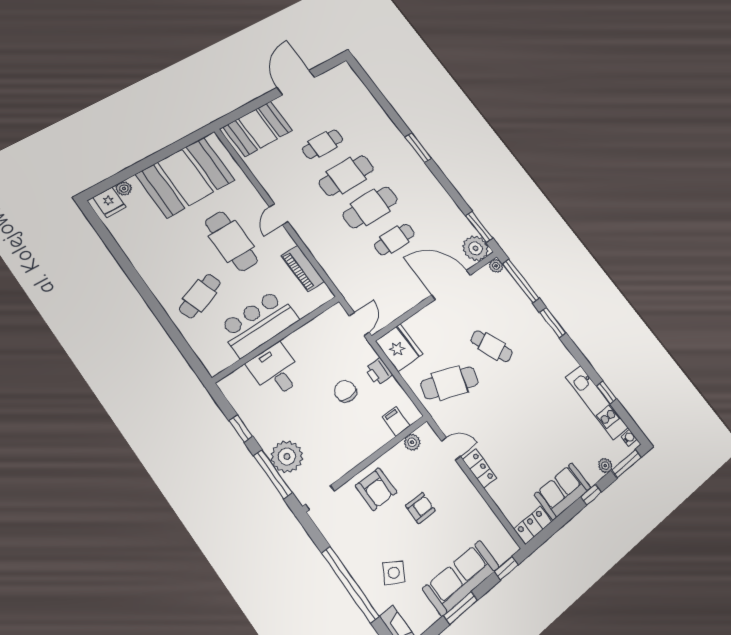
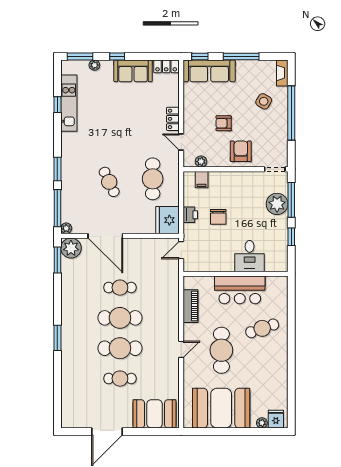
cafe table: (450, 383) -> (153, 179), turned 71
water cooler: (629, 438) -> (65, 69), removed
sofa: (461, 578) -> (209, 71), moved
window: (461, 608) -> (241, 56), width x1.44

